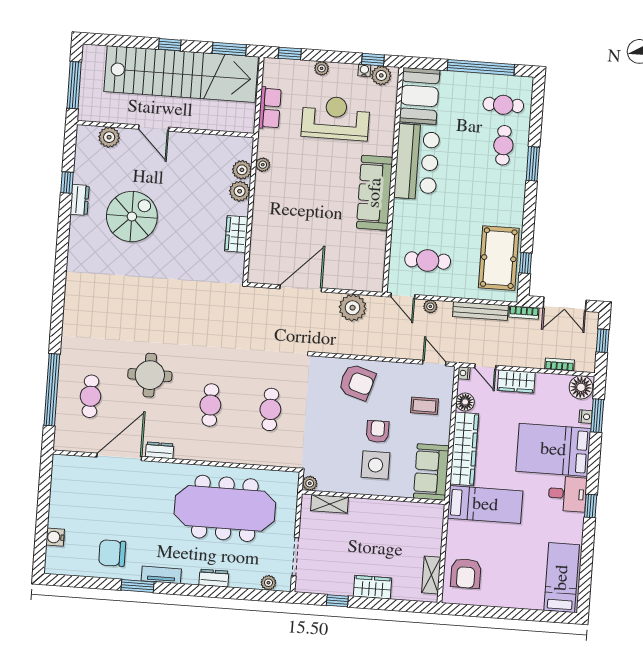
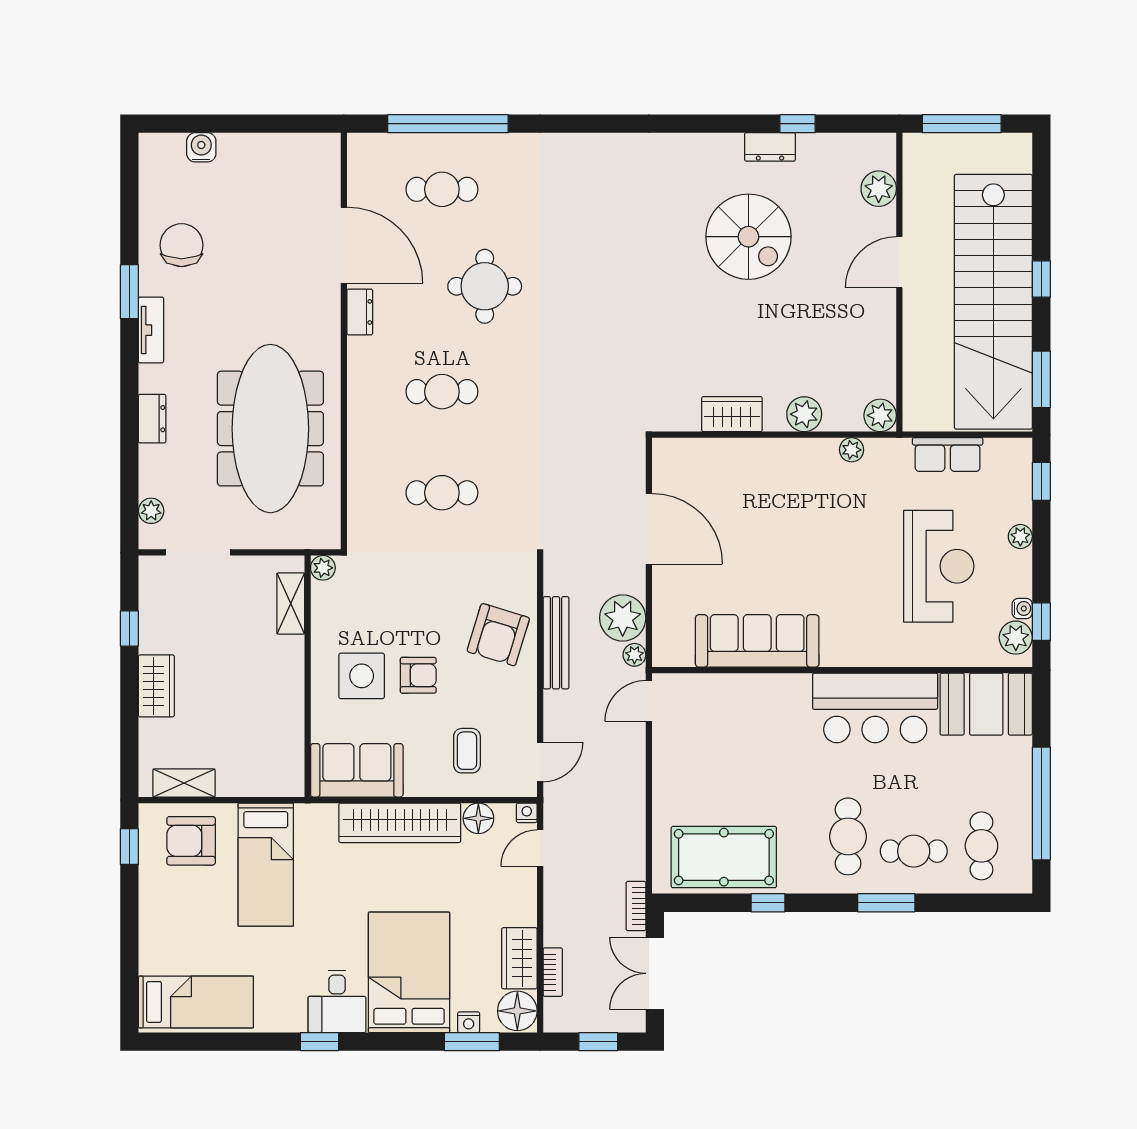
plant: (242, 170) -> (880, 415), moved
sofa: (375, 193) -> (757, 641), moved
cafe table: (428, 260) -> (848, 836), moved
window: (526, 263) -> (768, 903), moved
plant: (430, 306) -> (634, 655), moved
bench: (480, 311) -> (556, 643), moved
wardrobe: (516, 381) -> (519, 958), moved
bed: (485, 505) -> (266, 865), moved
window: (467, 610) -> (129, 847), added

